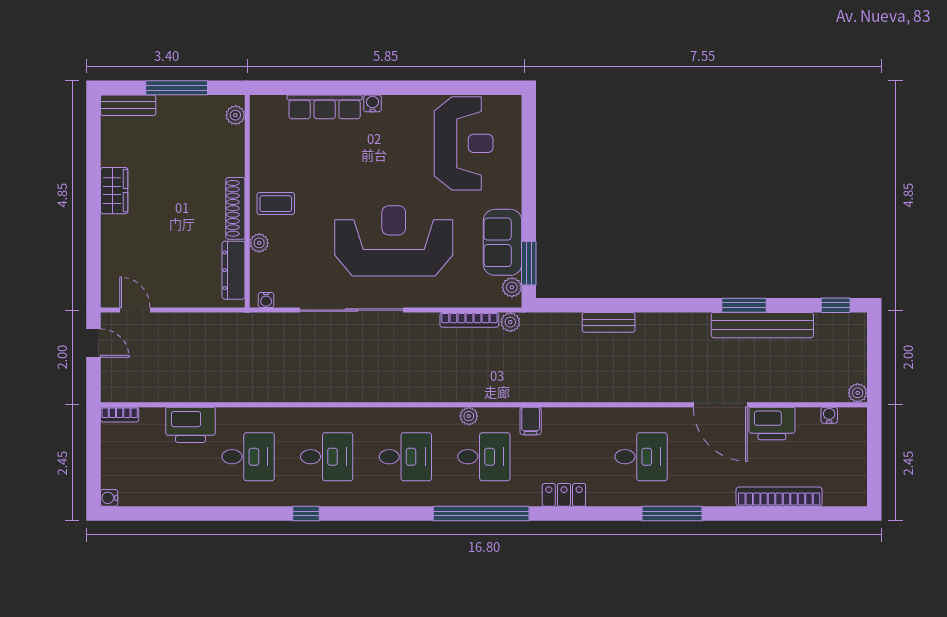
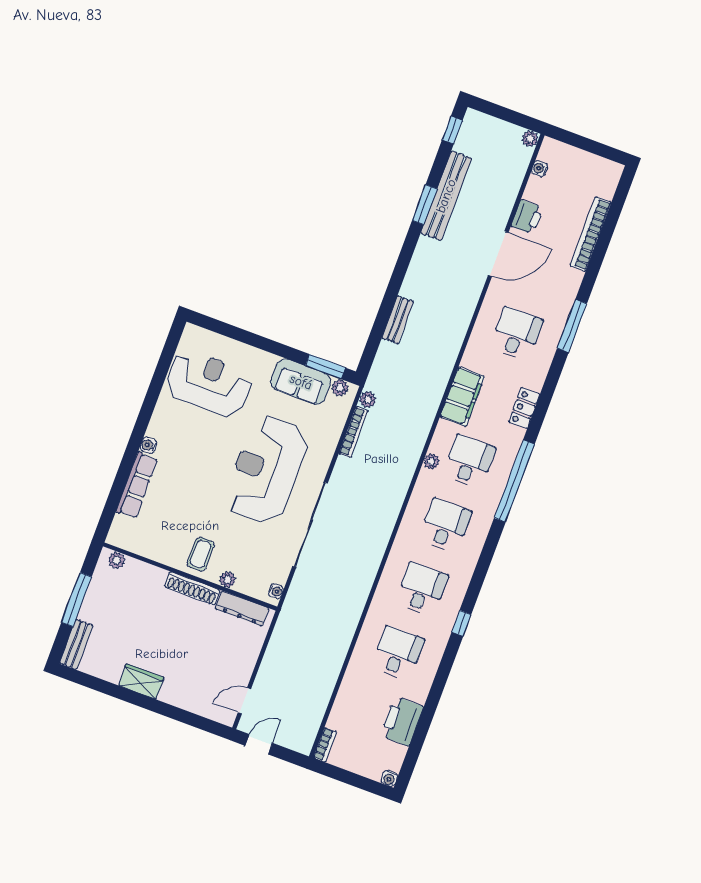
filing cabinet: (531, 421) -> (462, 397), width x3.00, depth x1.17
printer: (772, 423) -> (527, 217), width x0.73, depth x0.84
printer: (191, 425) -> (402, 721), moved, turned 180

